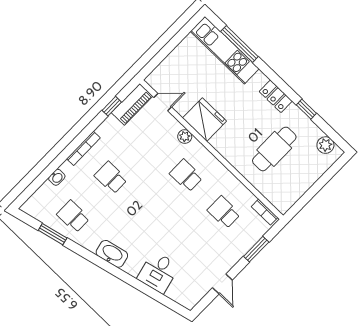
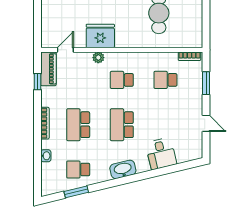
school desk: (111, 178) -> (78, 125), width x1.85
school desk: (148, 214) -> (122, 125), added

